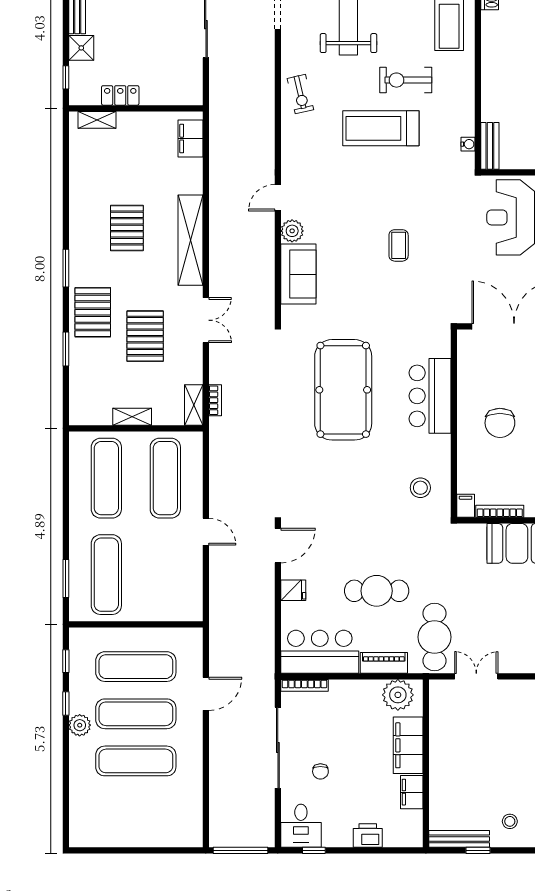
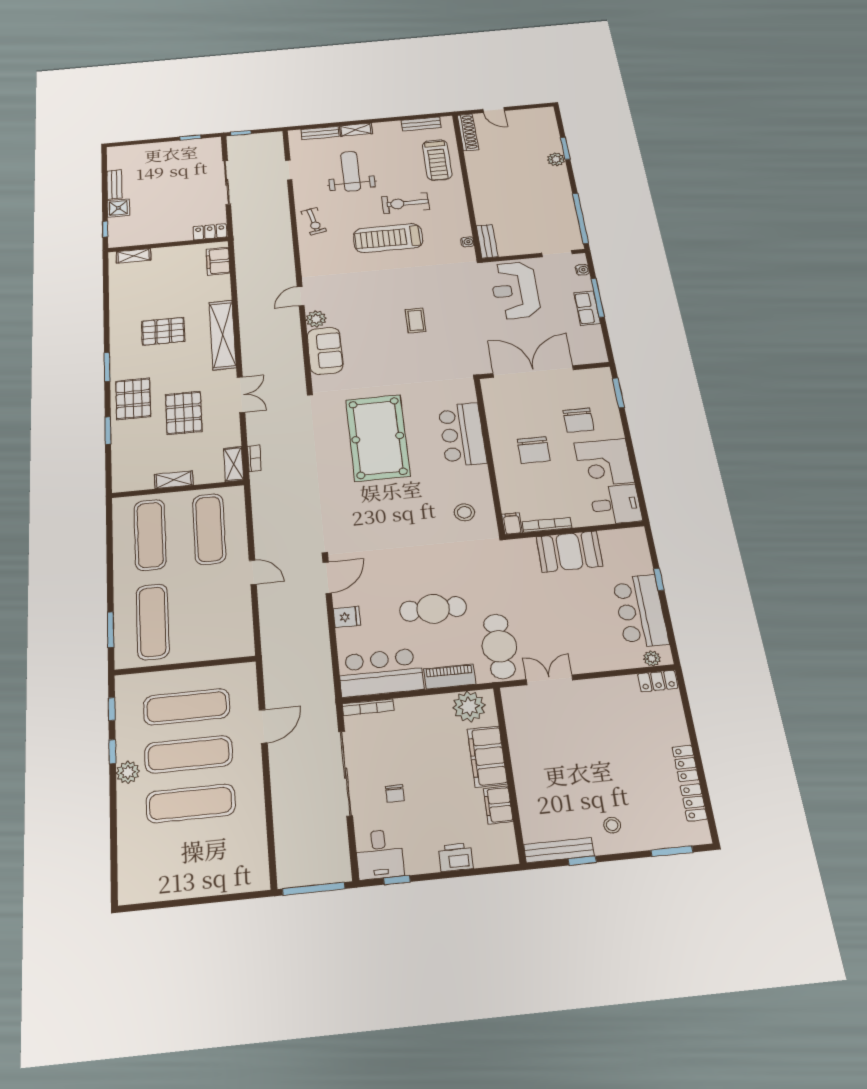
locker: (120, 95) -> (210, 232), moved
pallet: (127, 228) -> (163, 331), turned 90

